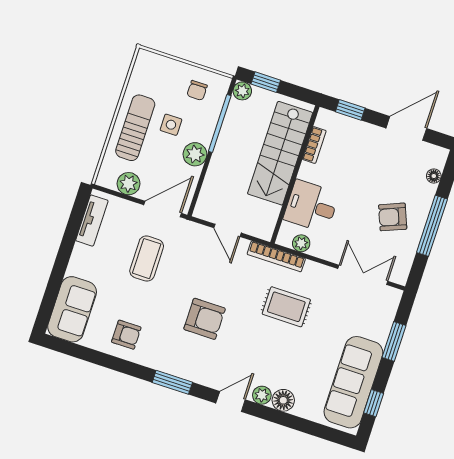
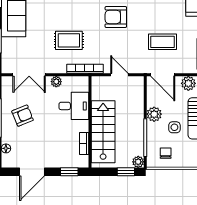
door: (163, 209) -> (163, 75), hinge flipped
plant: (301, 243) -> (56, 82), moved
coffee table: (147, 259) -> (163, 42), turned 90

